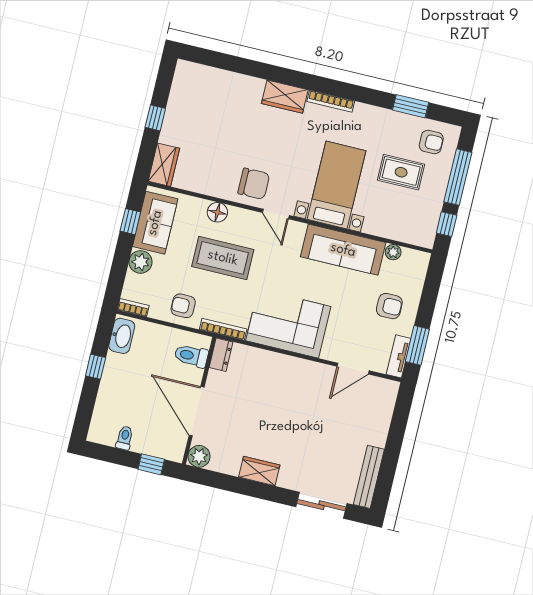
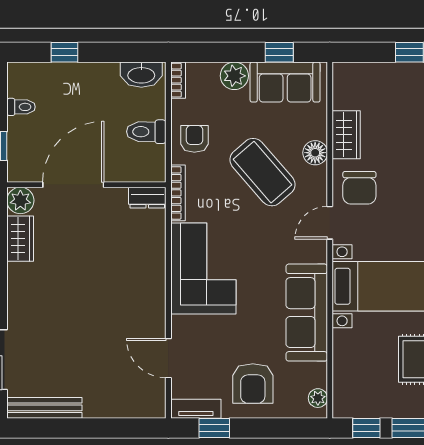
wardrobe: (164, 165) -> (346, 135), moved, turned -90
plant: (393, 252) -> (318, 398), moved
coffee table: (223, 258) -> (262, 172), turned -41
armchair: (389, 306) -> (253, 383), width x1.38, depth x1.38
window: (417, 345) -> (214, 428), width x0.67
toilet: (191, 356) -> (146, 132), moved, turned -90
window: (96, 367) -> (64, 52), moved
wardrobe: (259, 471) -> (20, 239), moved

